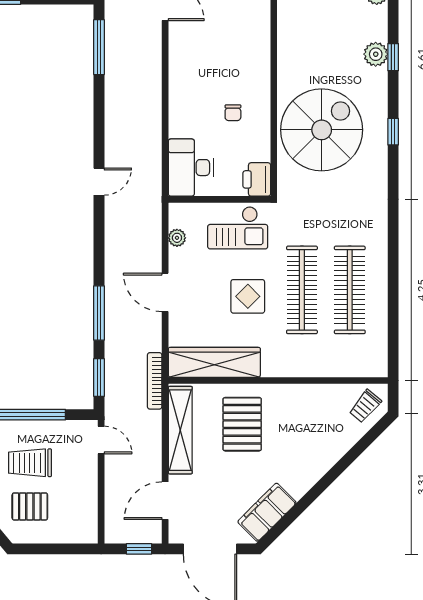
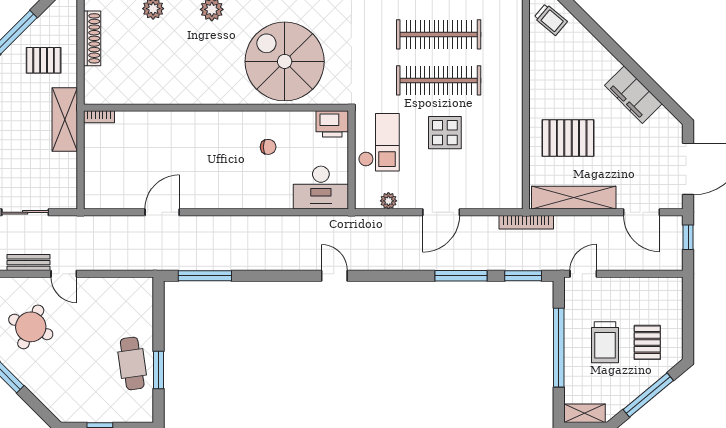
wardrobe: (214, 362) -> (508, 165), removed
filing cabinet: (267, 512) -> (633, 95), moved

